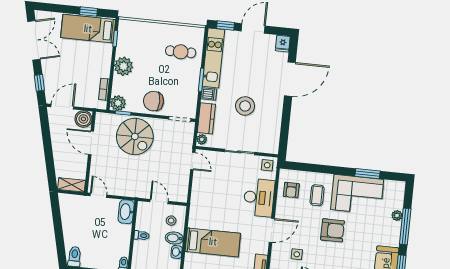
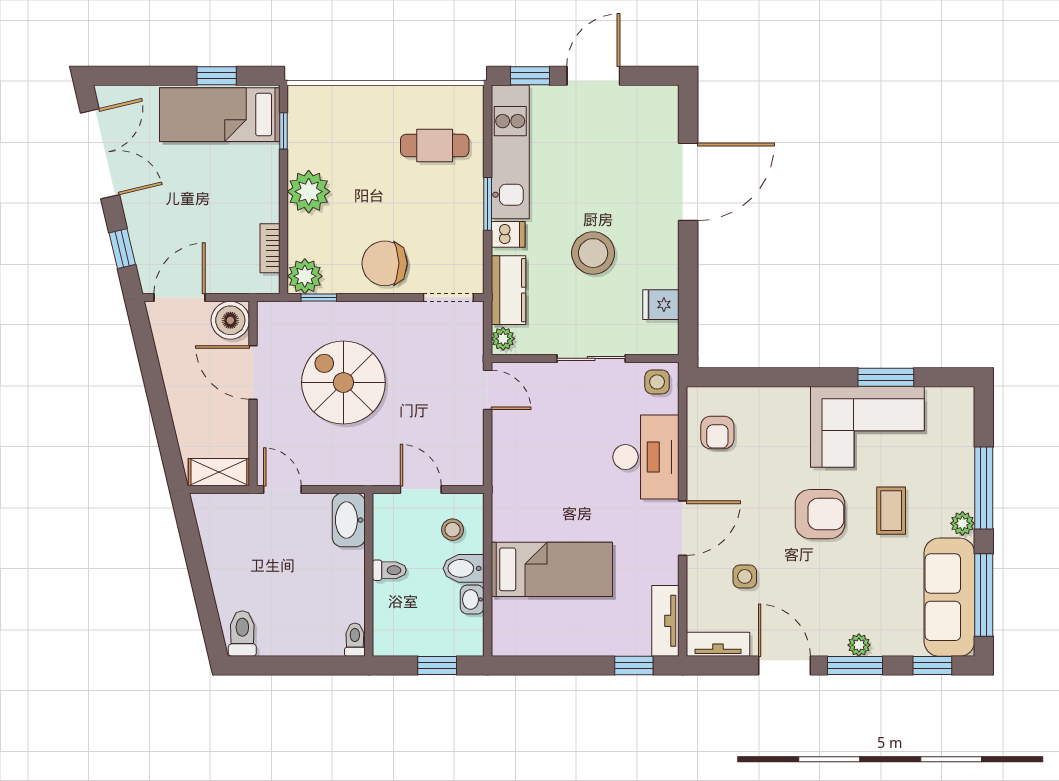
fridge: (283, 44) -> (661, 305), moved, turned 90
spiral stairs: (135, 136) -> (343, 383), moved, turned 180
coffee table: (317, 195) -> (891, 511), moved
plant: (397, 215) -> (962, 523), moved

